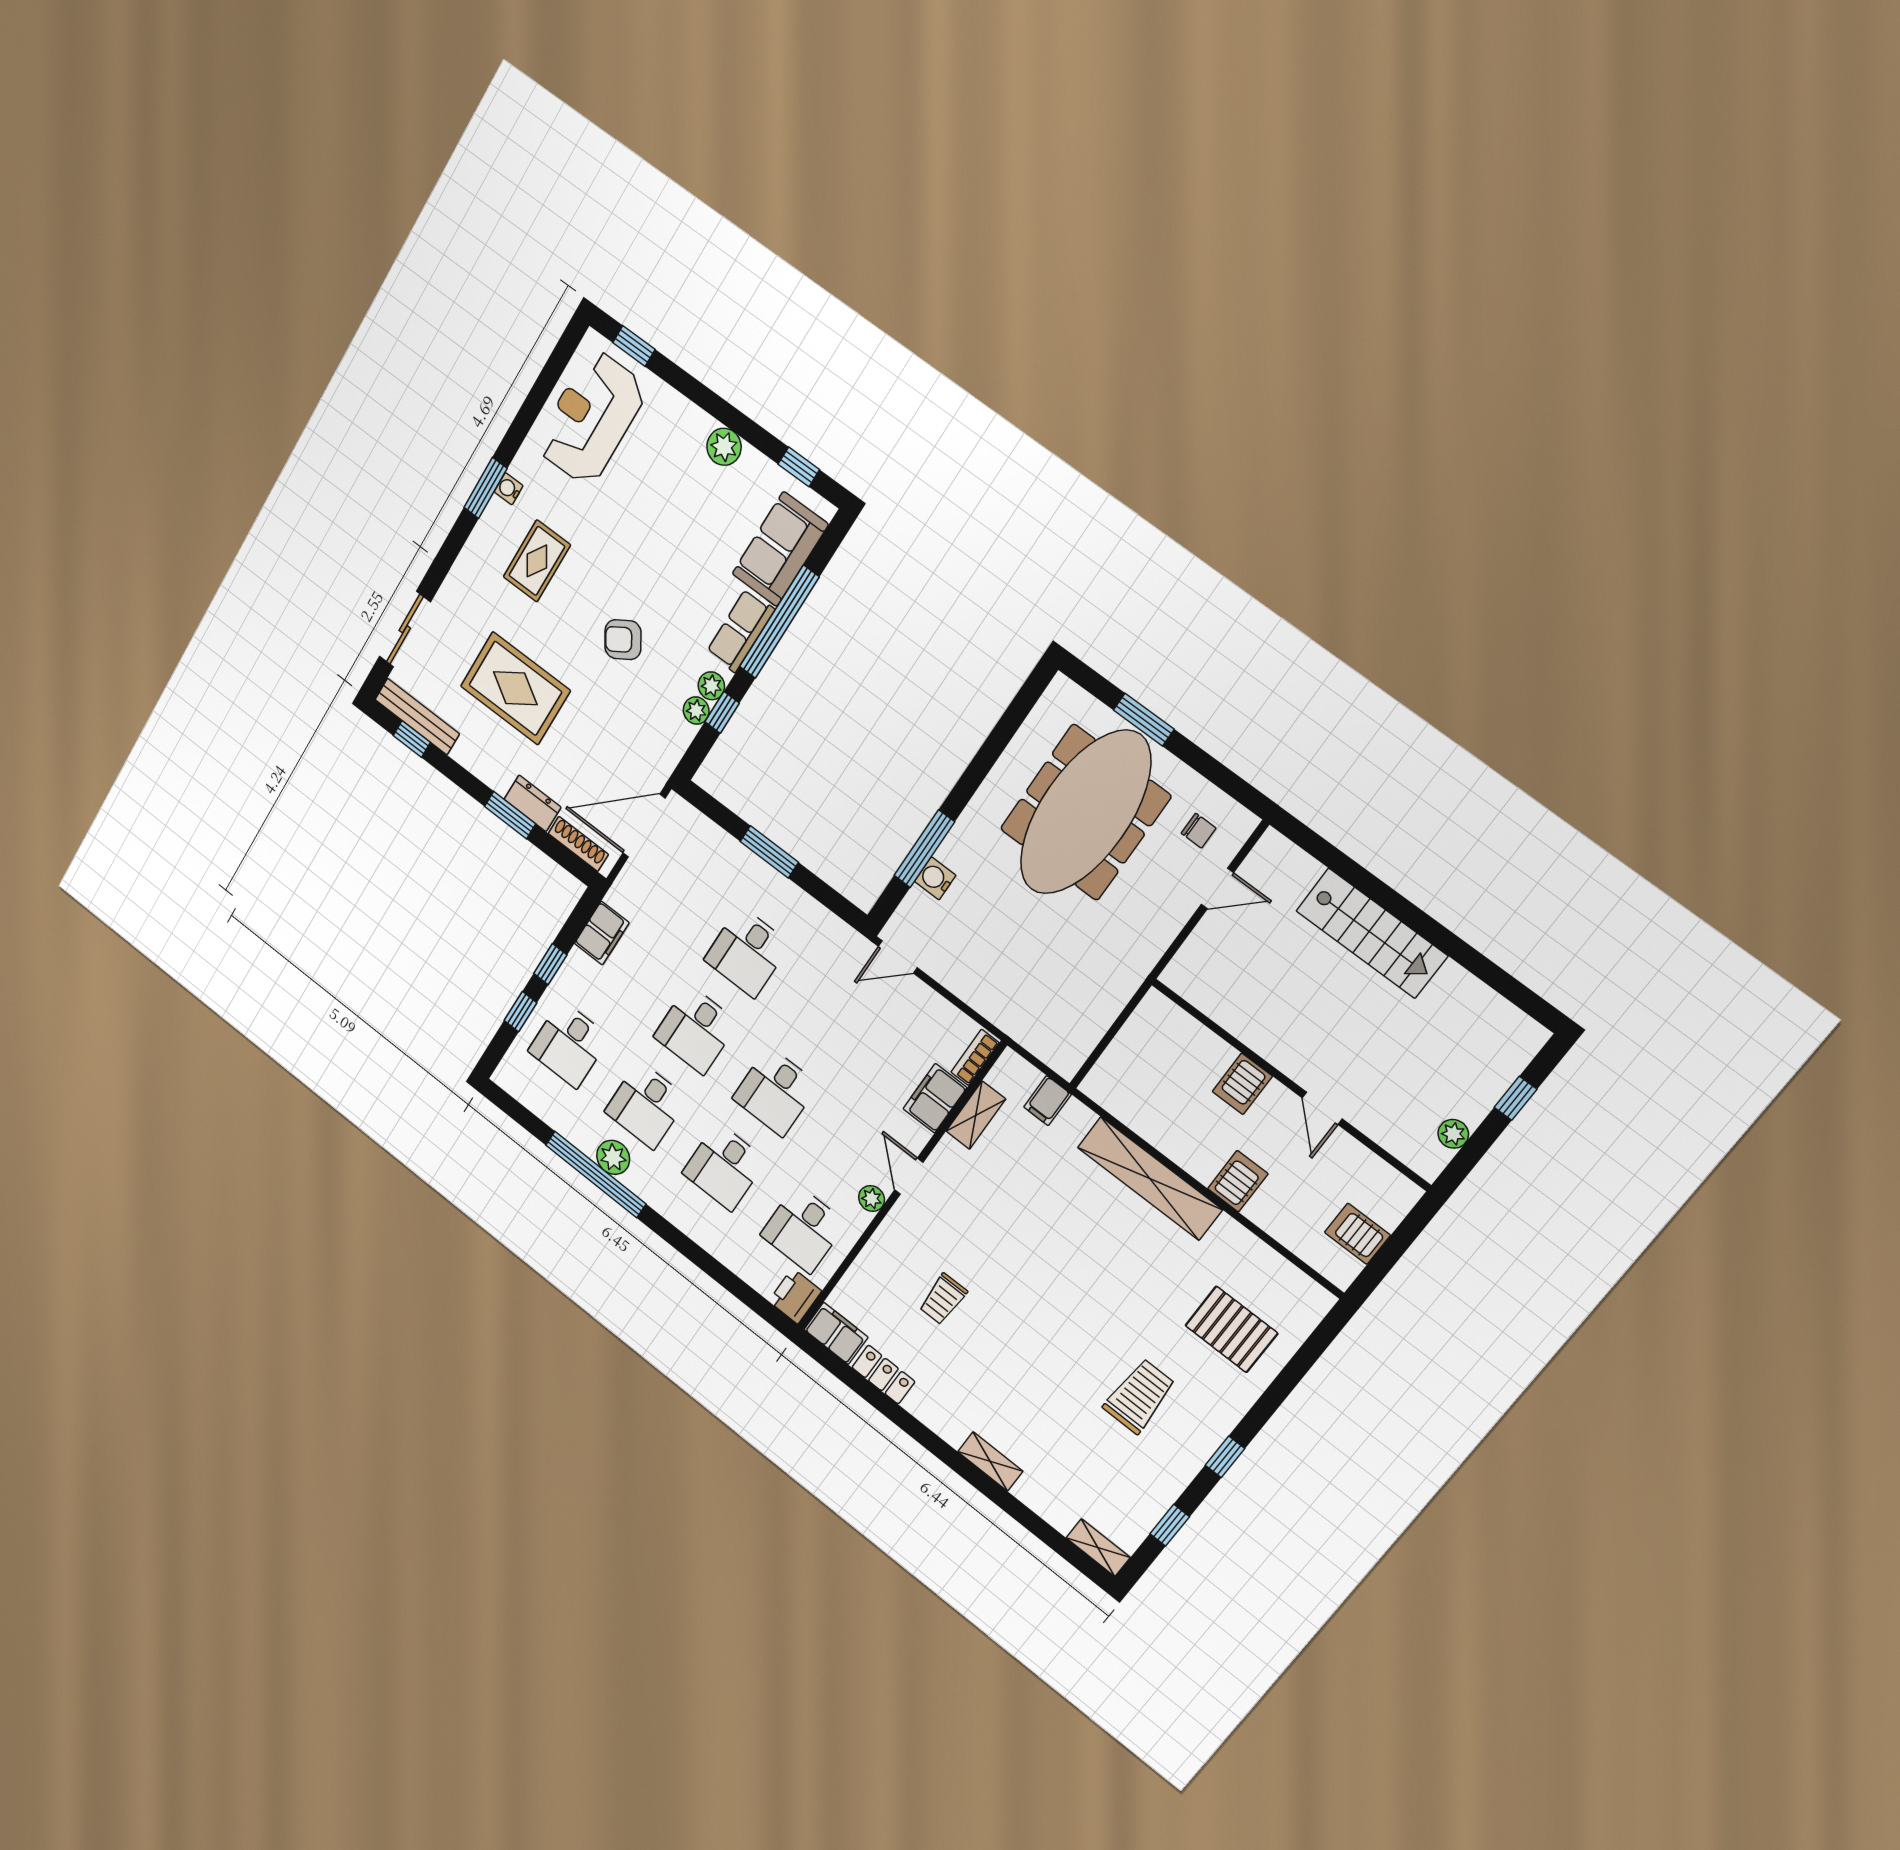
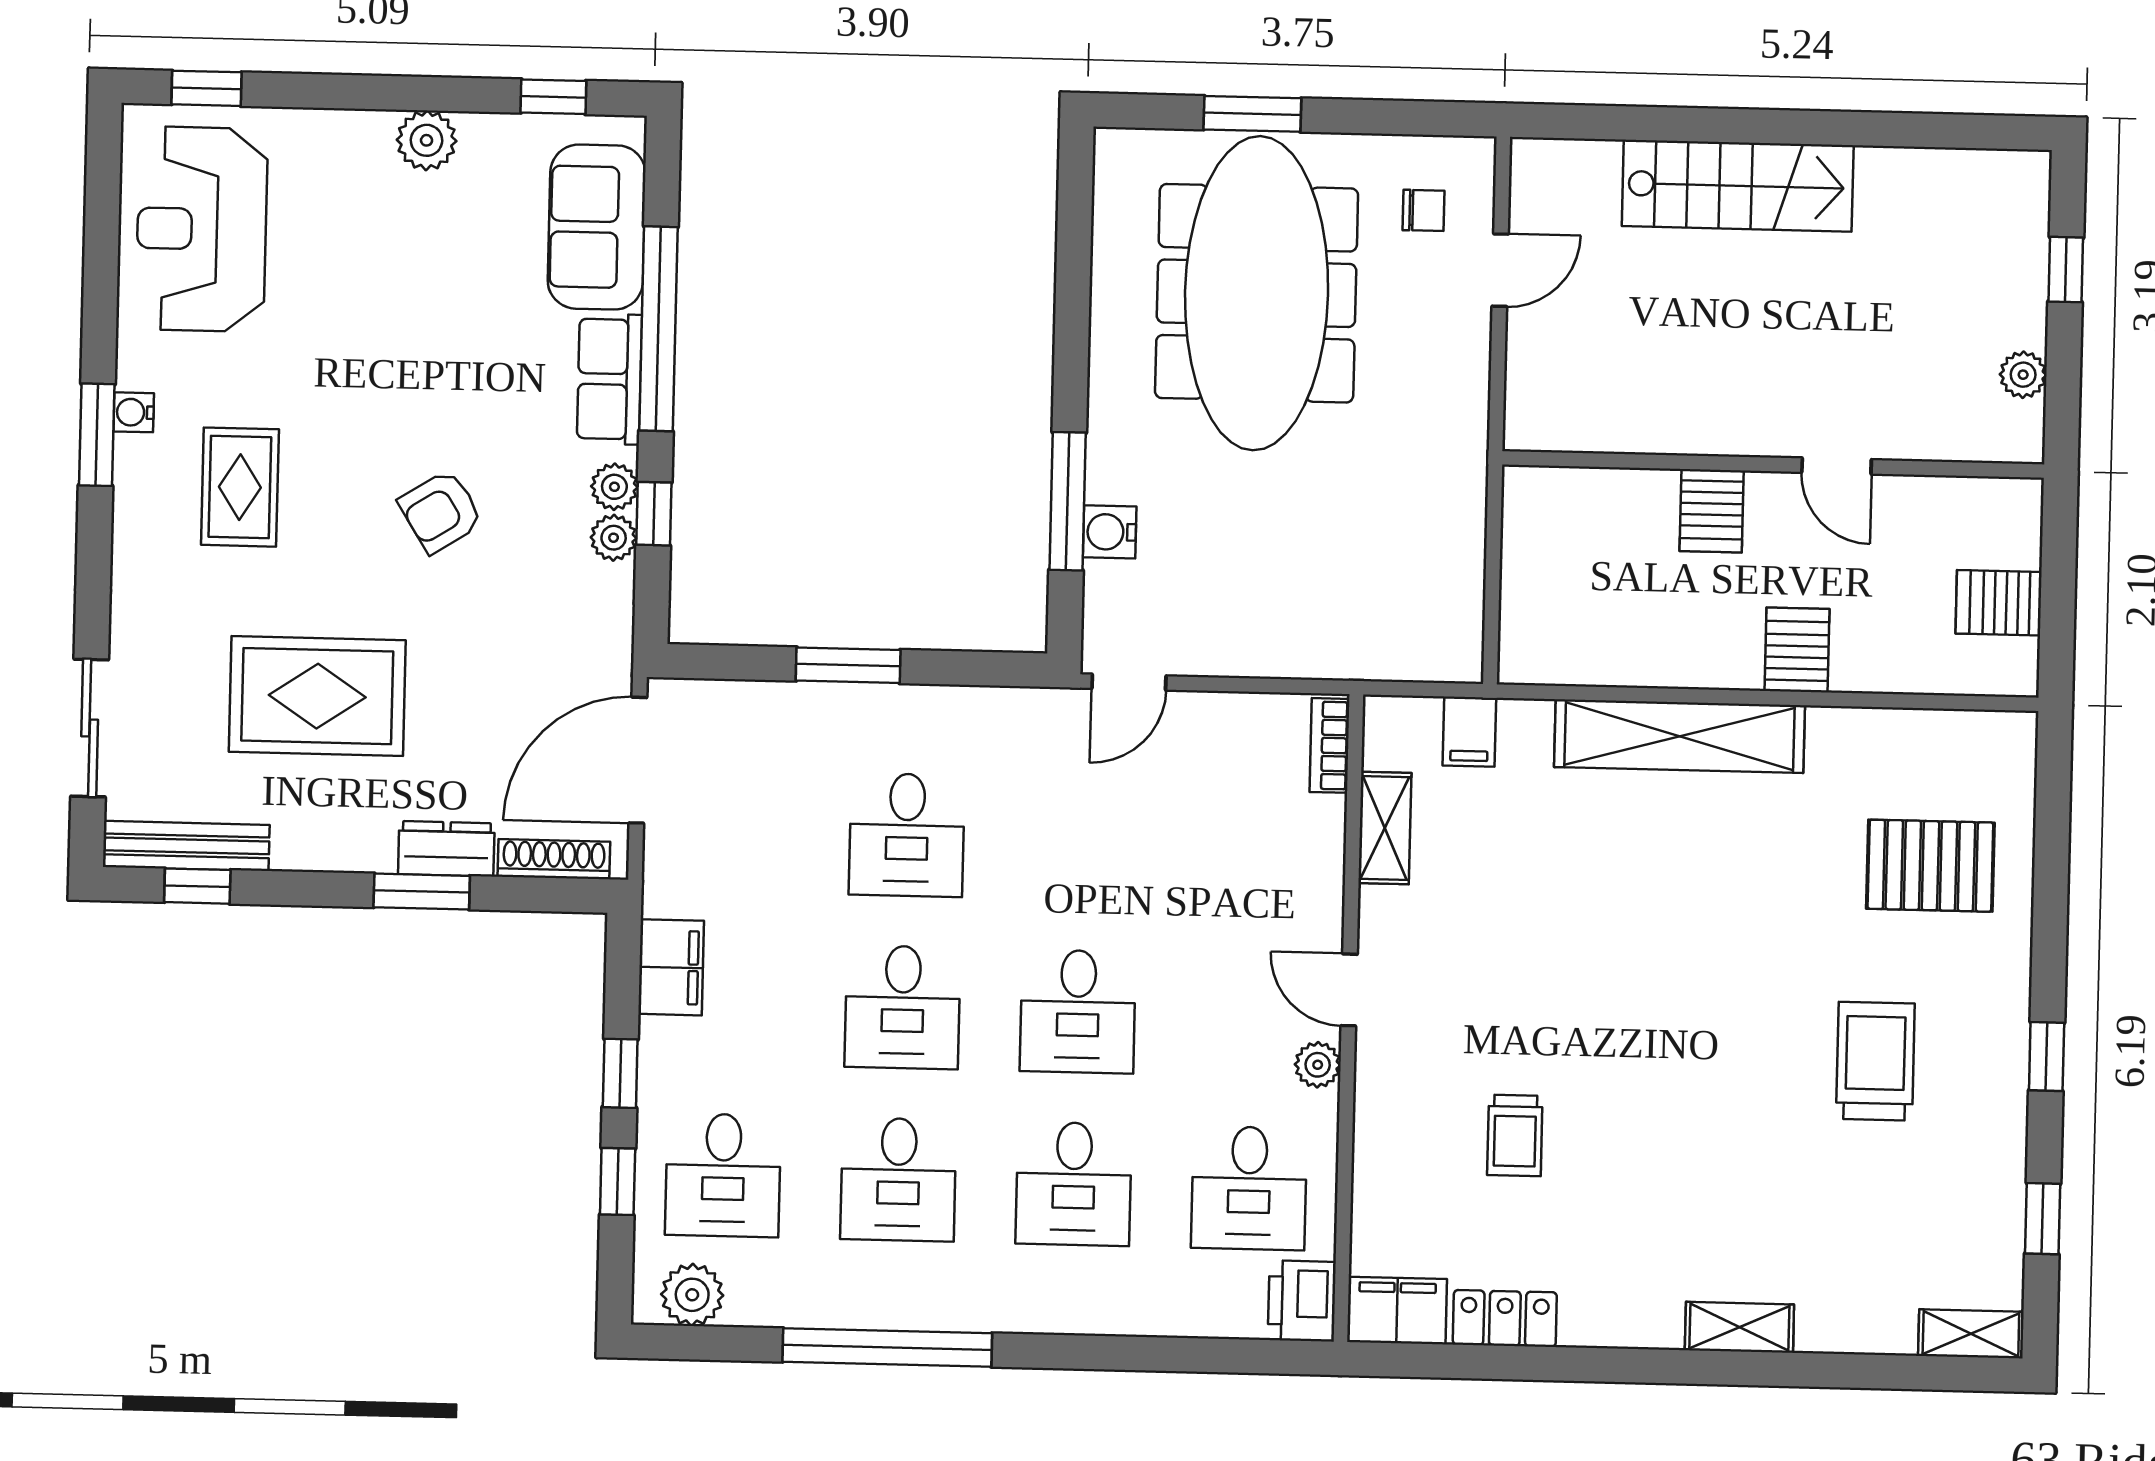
filing cabinet: (935, 1098) -> (1312, 847), removed
plant: (613, 1157) -> (692, 1295), moved

